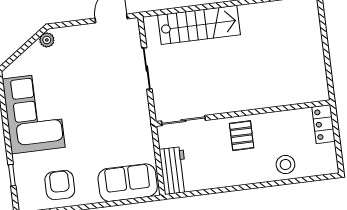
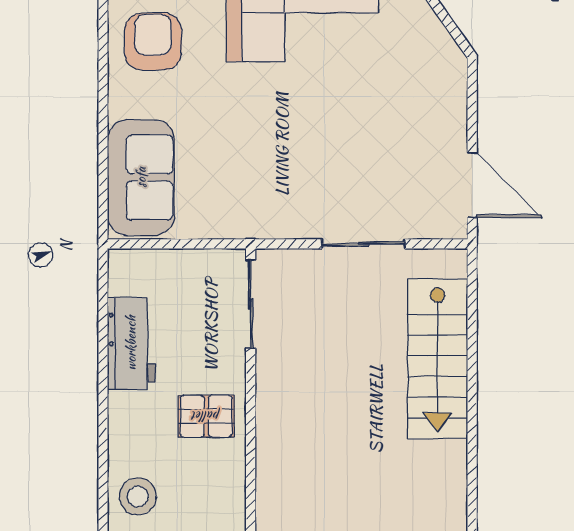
plant: (47, 40) -> (445, 52), removed
workbench: (174, 171) -> (131, 343), moved, turned -90
armchair: (60, 185) -> (153, 42), turned -90

